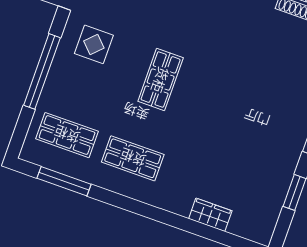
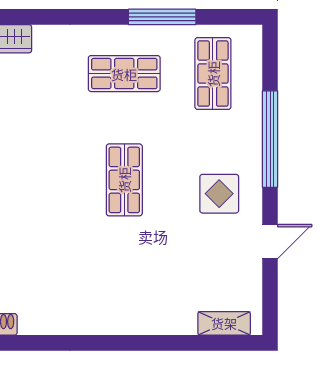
shop shelf: (67, 135) -> (213, 74), turned 90
window: (64, 181) -> (162, 17), moved

